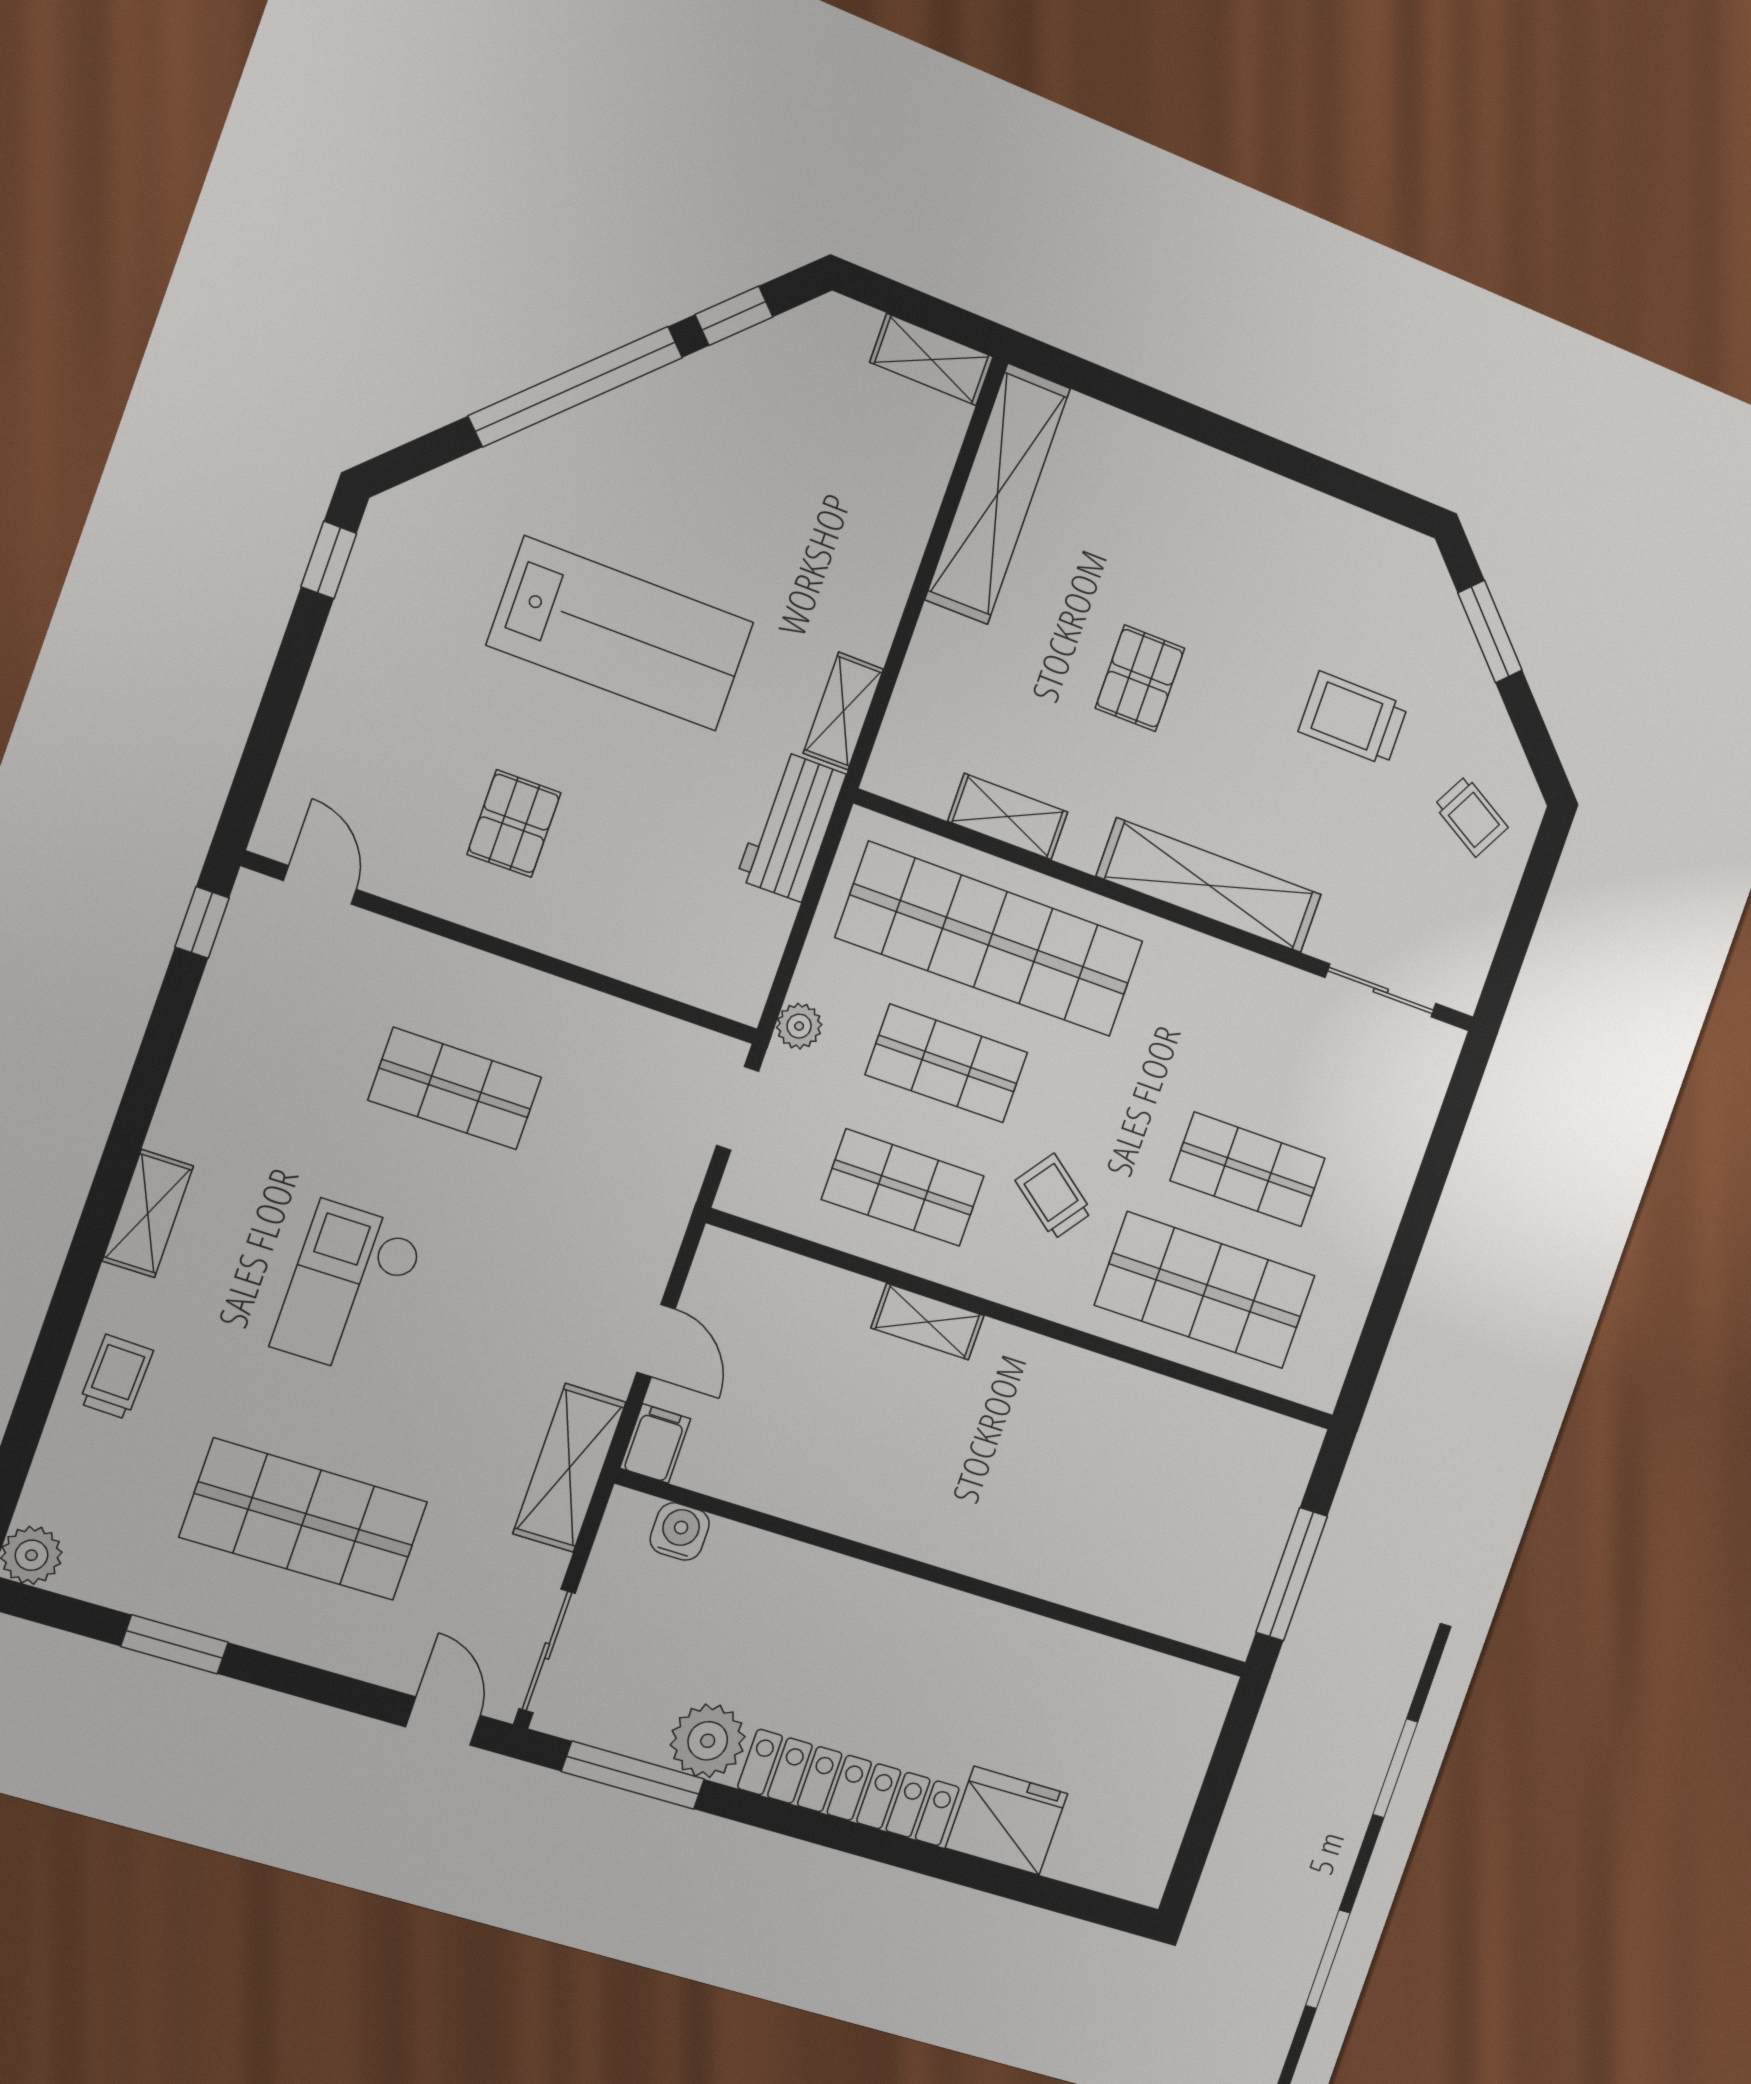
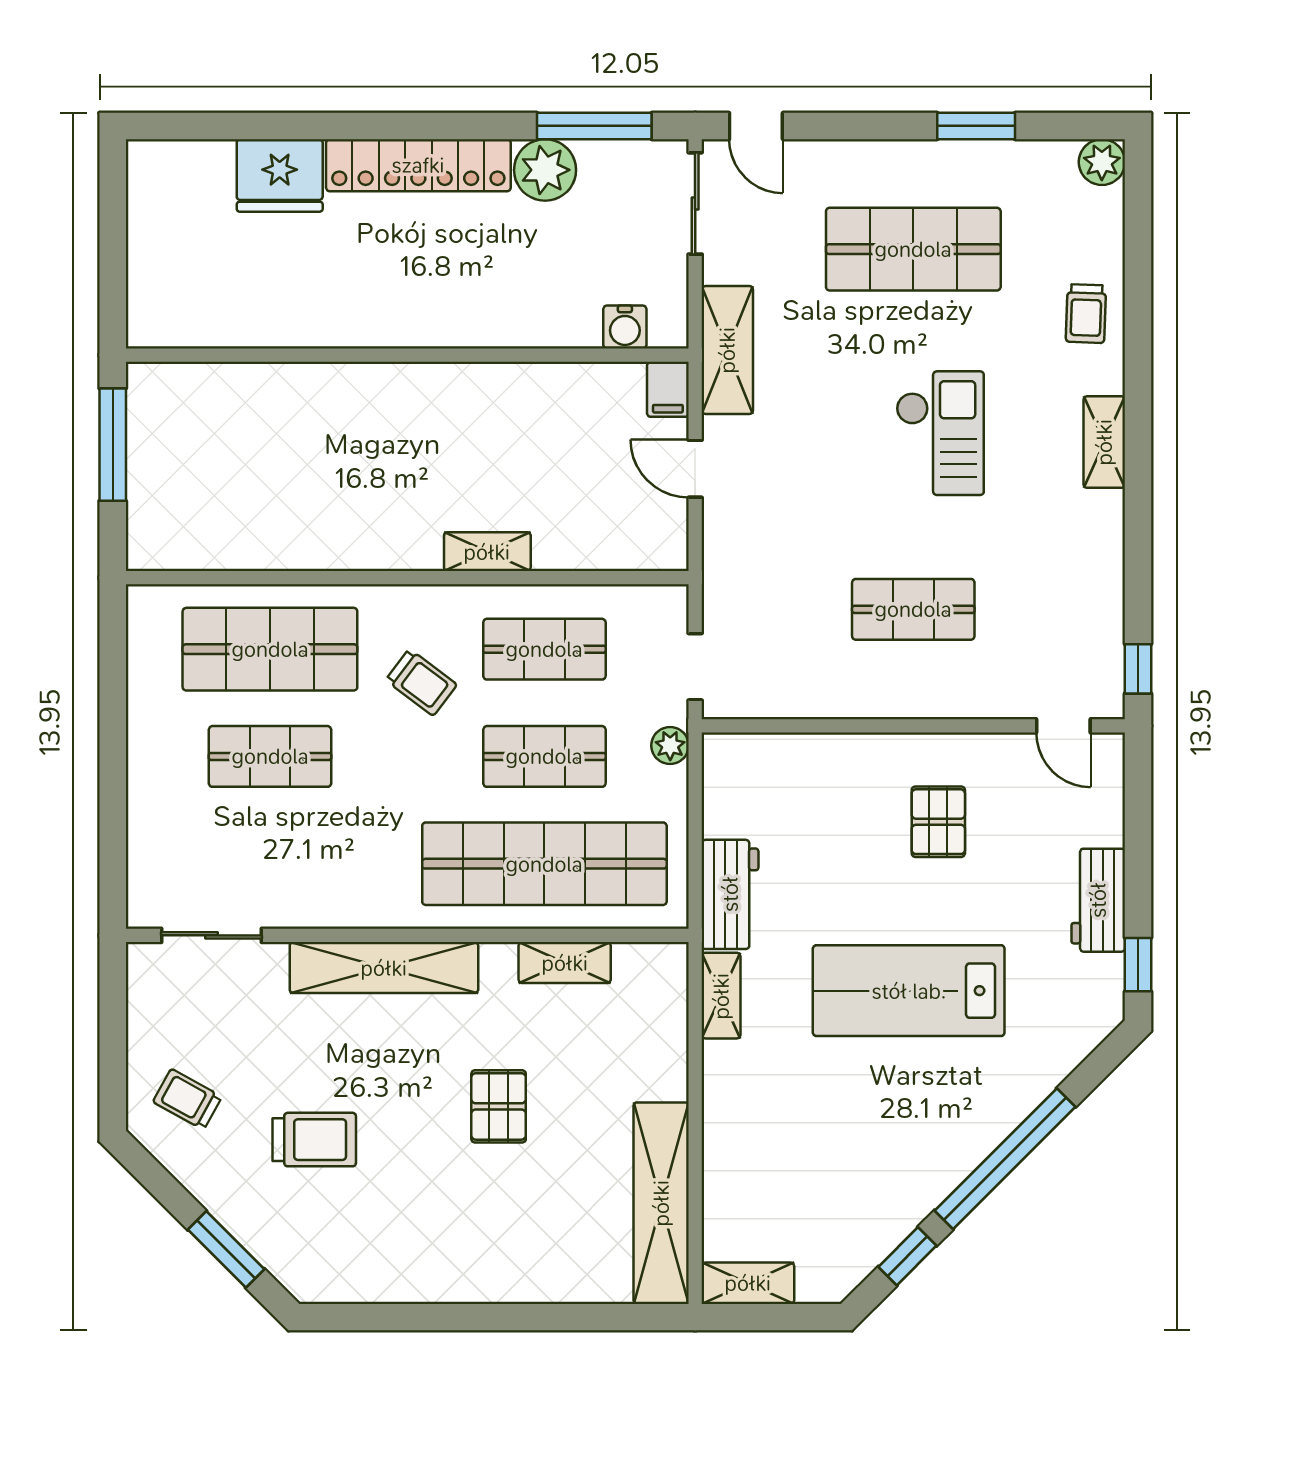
workbench: (351, 657) -> (1098, 900), added

